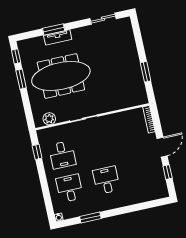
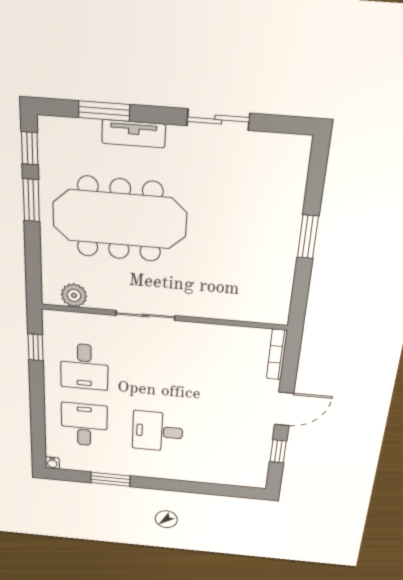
sliding door: (103, 19) -> (218, 120), moved
window: (54, 30) -> (104, 111), moved
window: (146, 72) -> (308, 237), moved
desk: (106, 180) -> (158, 431), turned -90

